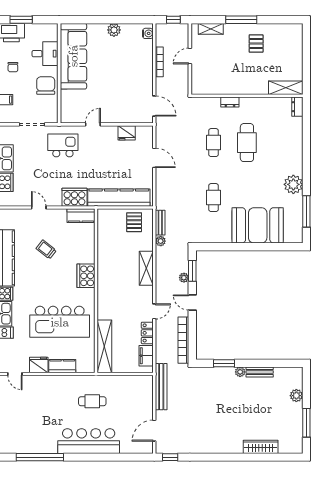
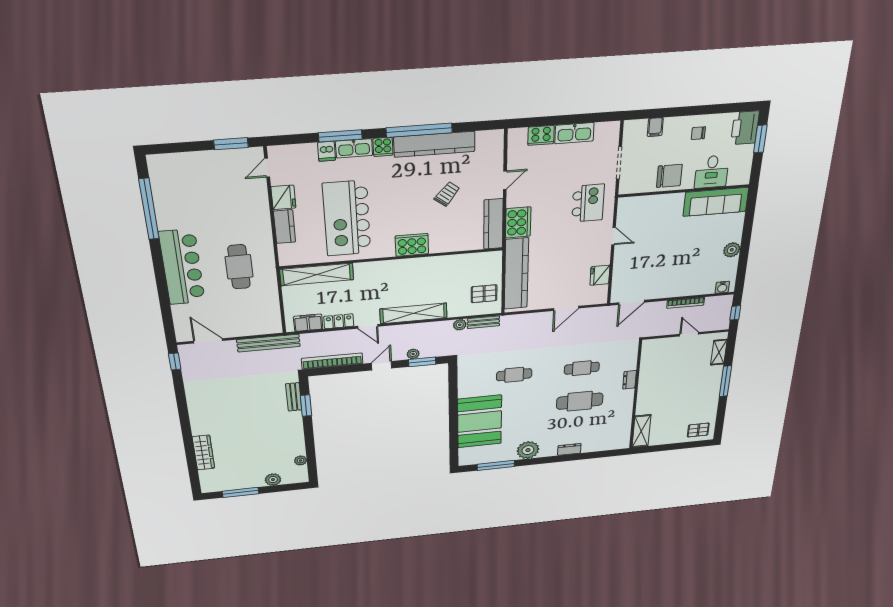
pallet: (256, 44) -> (698, 430), moved
sofa: (73, 56) -> (716, 202), width x0.74, depth x0.79
dresser: (297, 107) -> (569, 449), moved
kitchen counter: (81, 216) -> (493, 224), width x1.50
shelving: (146, 268) -> (414, 313), width x1.47
plant: (240, 372) -> (301, 460), moved
bench: (260, 372) -> (294, 397), moved
cafe table: (92, 401) -> (239, 267), width x1.37, depth x1.35

